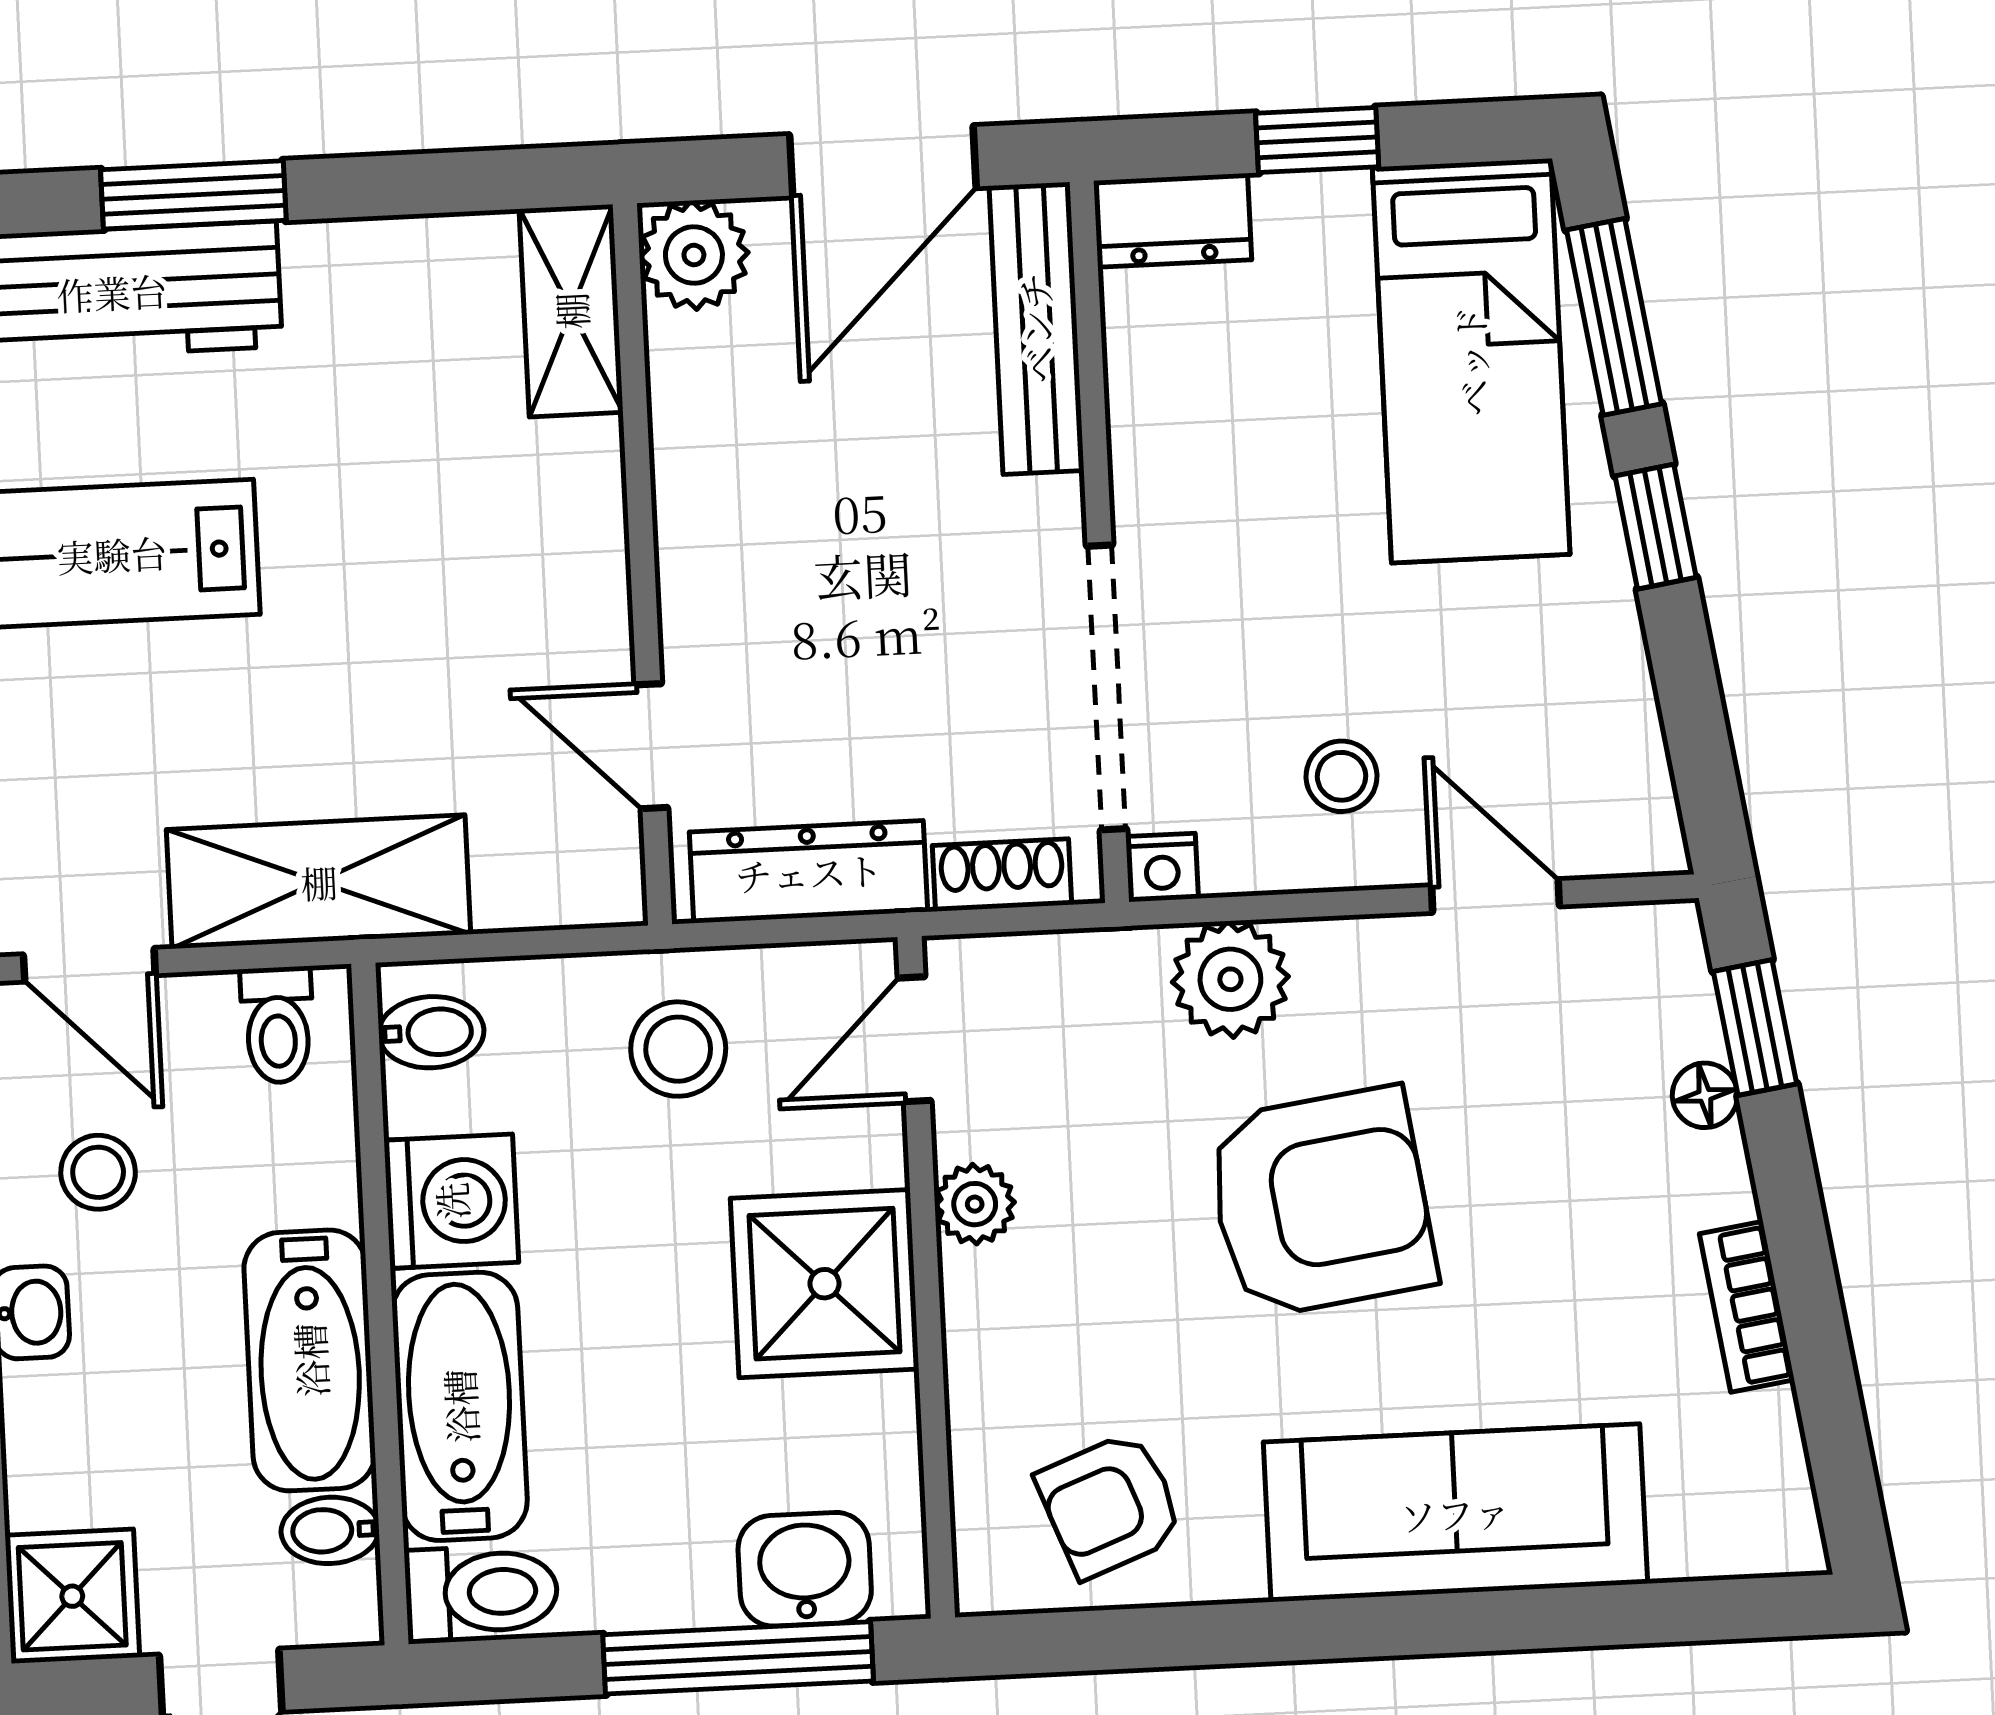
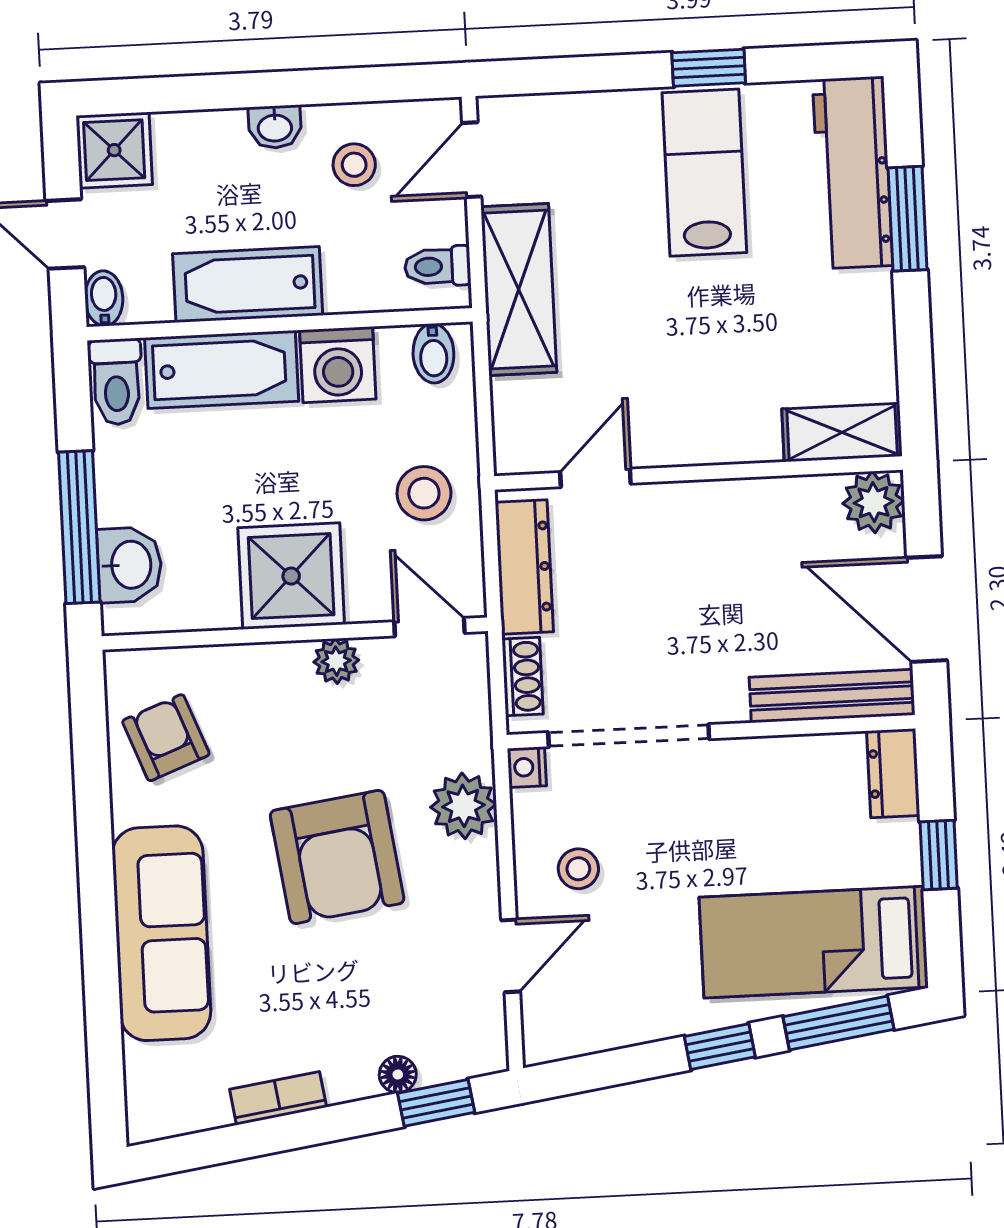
bidet: (330, 1530) -> (104, 298), moved

